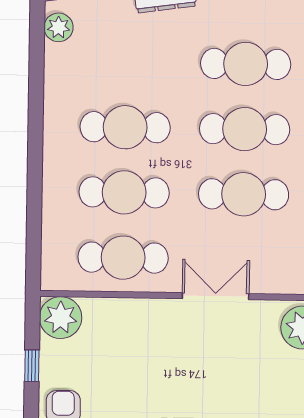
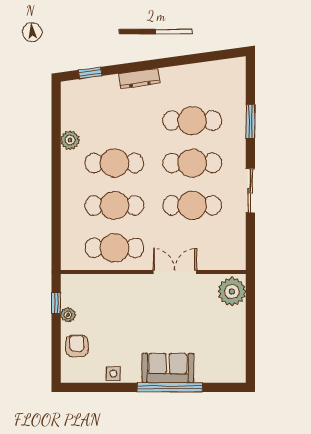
plant: (59, 27) -> (70, 140), moved
plant: (61, 318) -> (68, 315), moved, width x0.53, depth x0.53
window: (32, 366) -> (56, 303), moved

